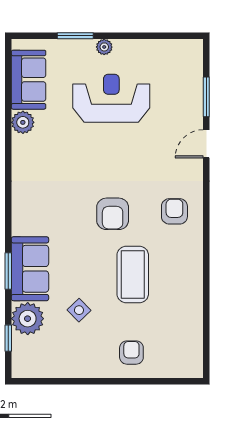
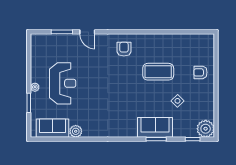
reception desk: (111, 98) -> (63, 83), turned 180
armchair: (174, 211) -> (124, 49), turned 90
armchair: (113, 214) -> (125, 83), removed
plant: (28, 319) -> (206, 129), moved

